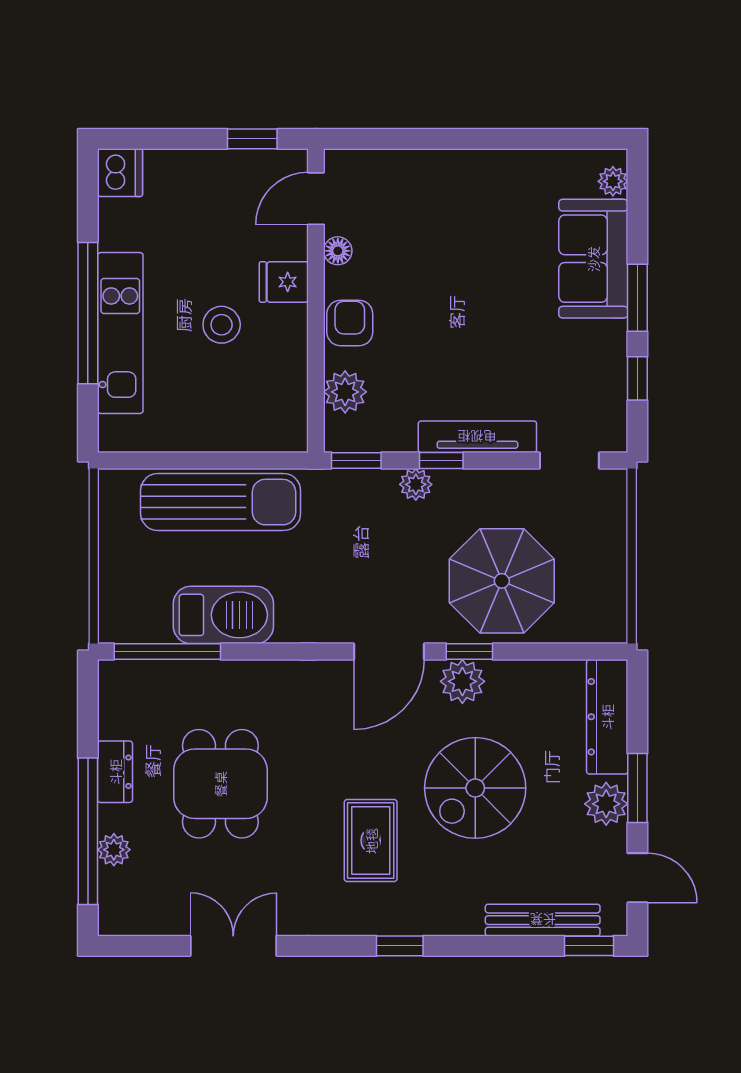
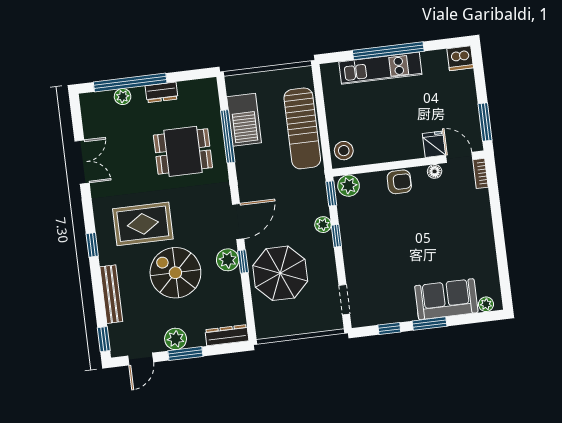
window: (252, 139) -> (485, 122), width x1.50
bookcase: (353, 160) -> (481, 173), added
fridge: (284, 282) -> (434, 144), moved
stool: (222, 325) -> (344, 151), moved
plant: (345, 392) -> (349, 186), moved
tv unit: (477, 437) -> (350, 252), removed
barbecue: (223, 615) -> (244, 120), moved
window: (167, 652) -> (228, 136), moved
door: (389, 652) -> (238, 221), swing flipped
dresser: (607, 717) -> (227, 335), width x0.73, depth x0.80
dining table: (220, 784) -> (183, 151), moved
rug: (371, 841) -> (143, 224), width x1.36, depth x1.43
bench: (543, 920) -> (111, 294), moved

